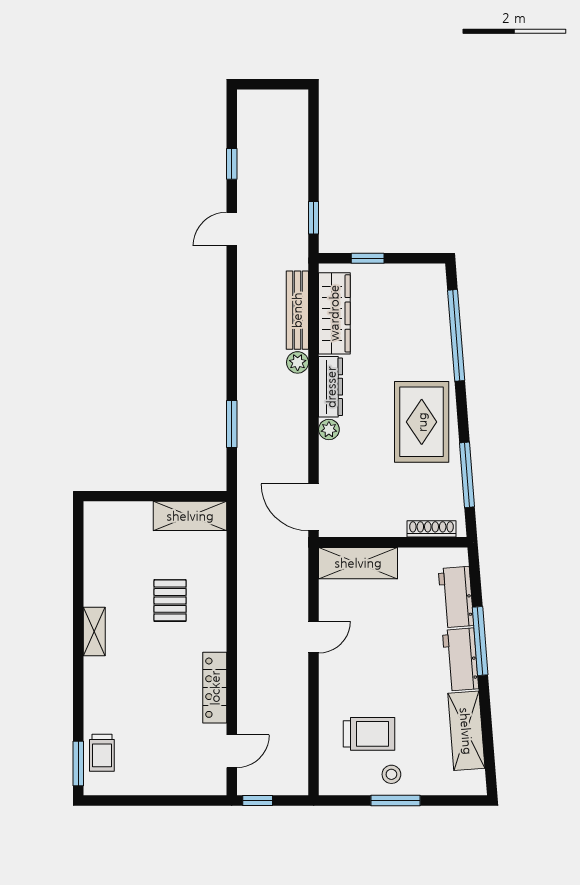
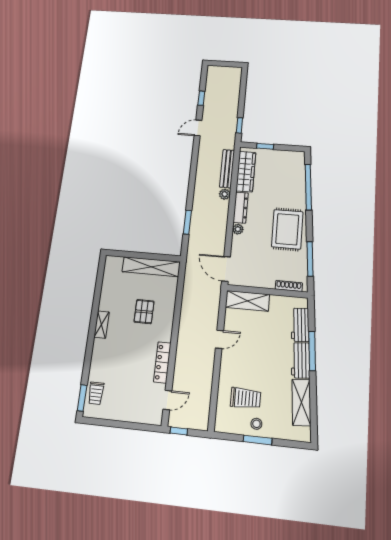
shelving: (190, 516) -> (151, 267), width x1.47

